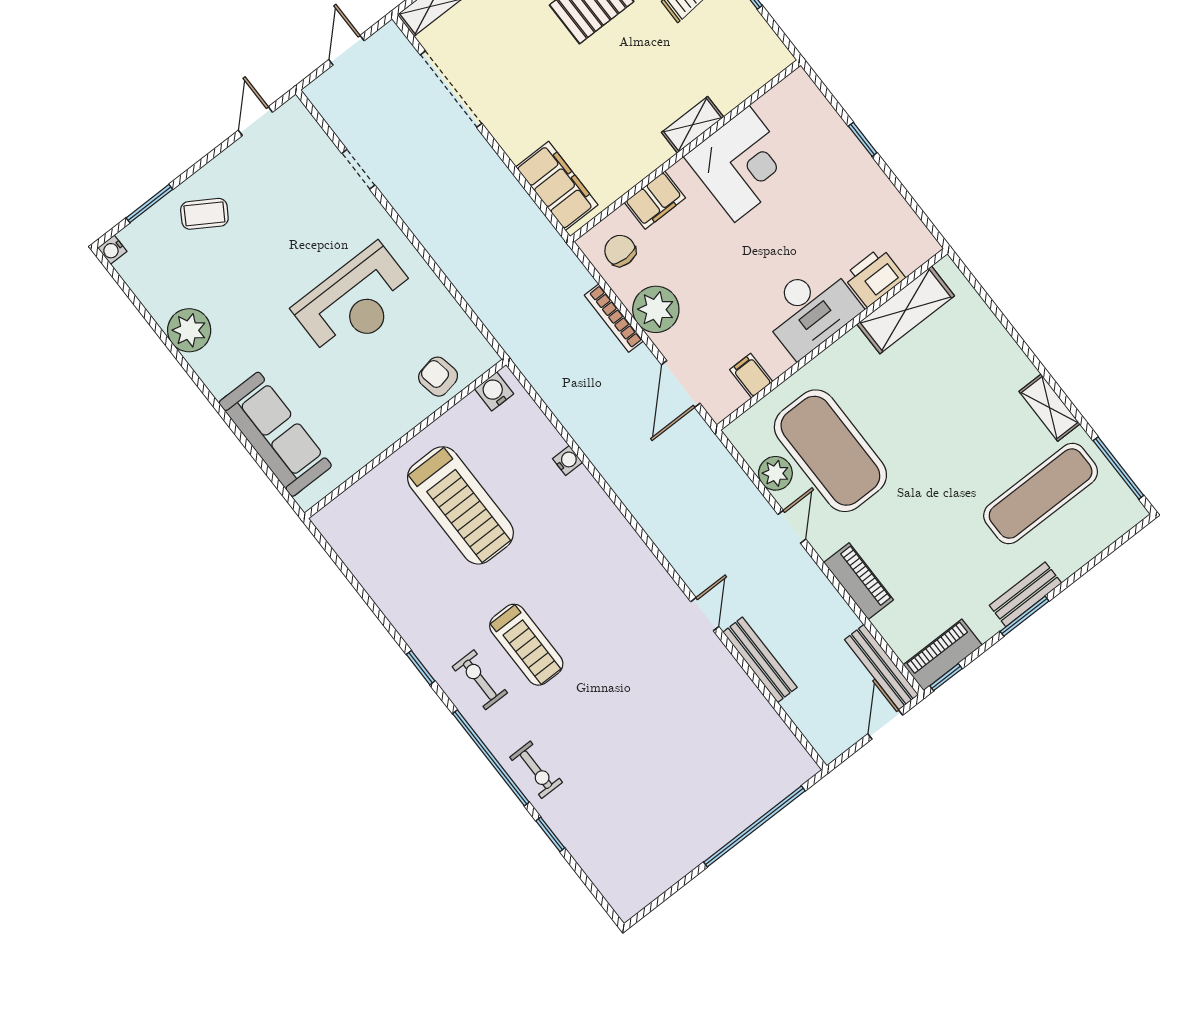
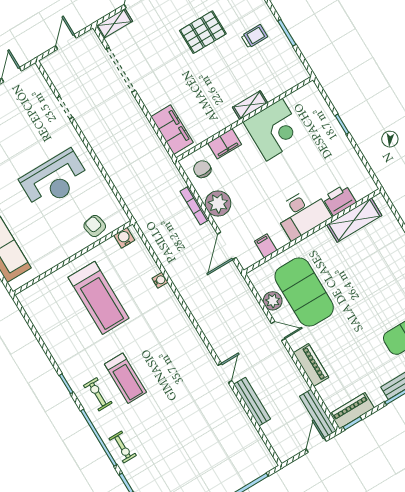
door: (792, 527) -> (278, 331), hinge flipped

